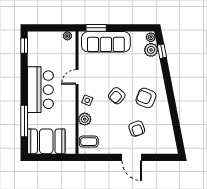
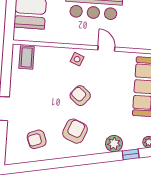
plant: (151, 50) -> (114, 144), moved
plant: (85, 119) -> (54, 54), removed
armchair: (137, 129) -> (37, 139), moved

